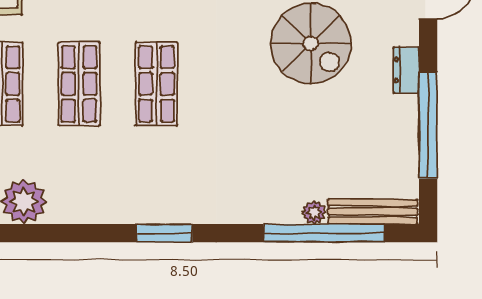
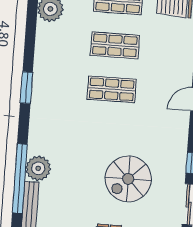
plant: (314, 212) -> (38, 168), width x1.87, depth x1.87

